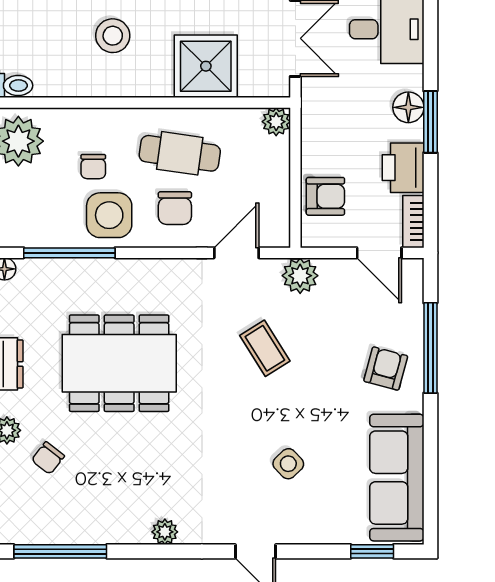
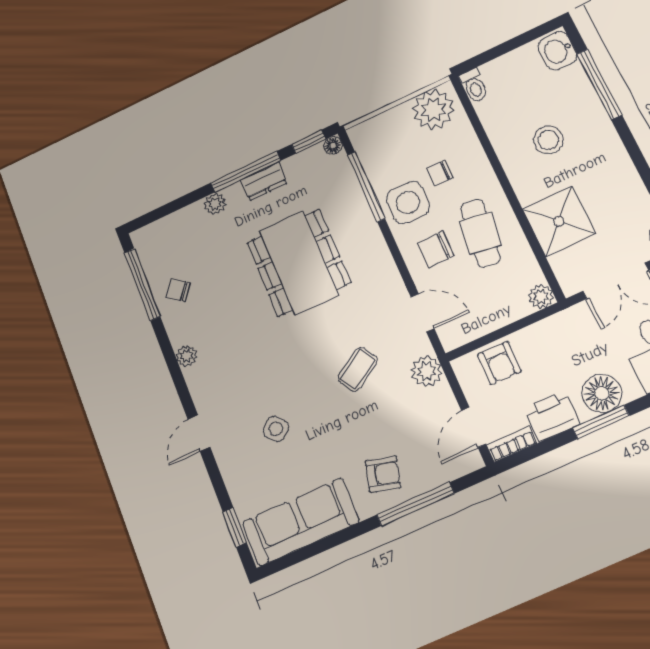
floor lamp: (408, 107) -> (602, 393), width x1.38, depth x1.38
chair: (48, 458) -> (178, 290), moved

